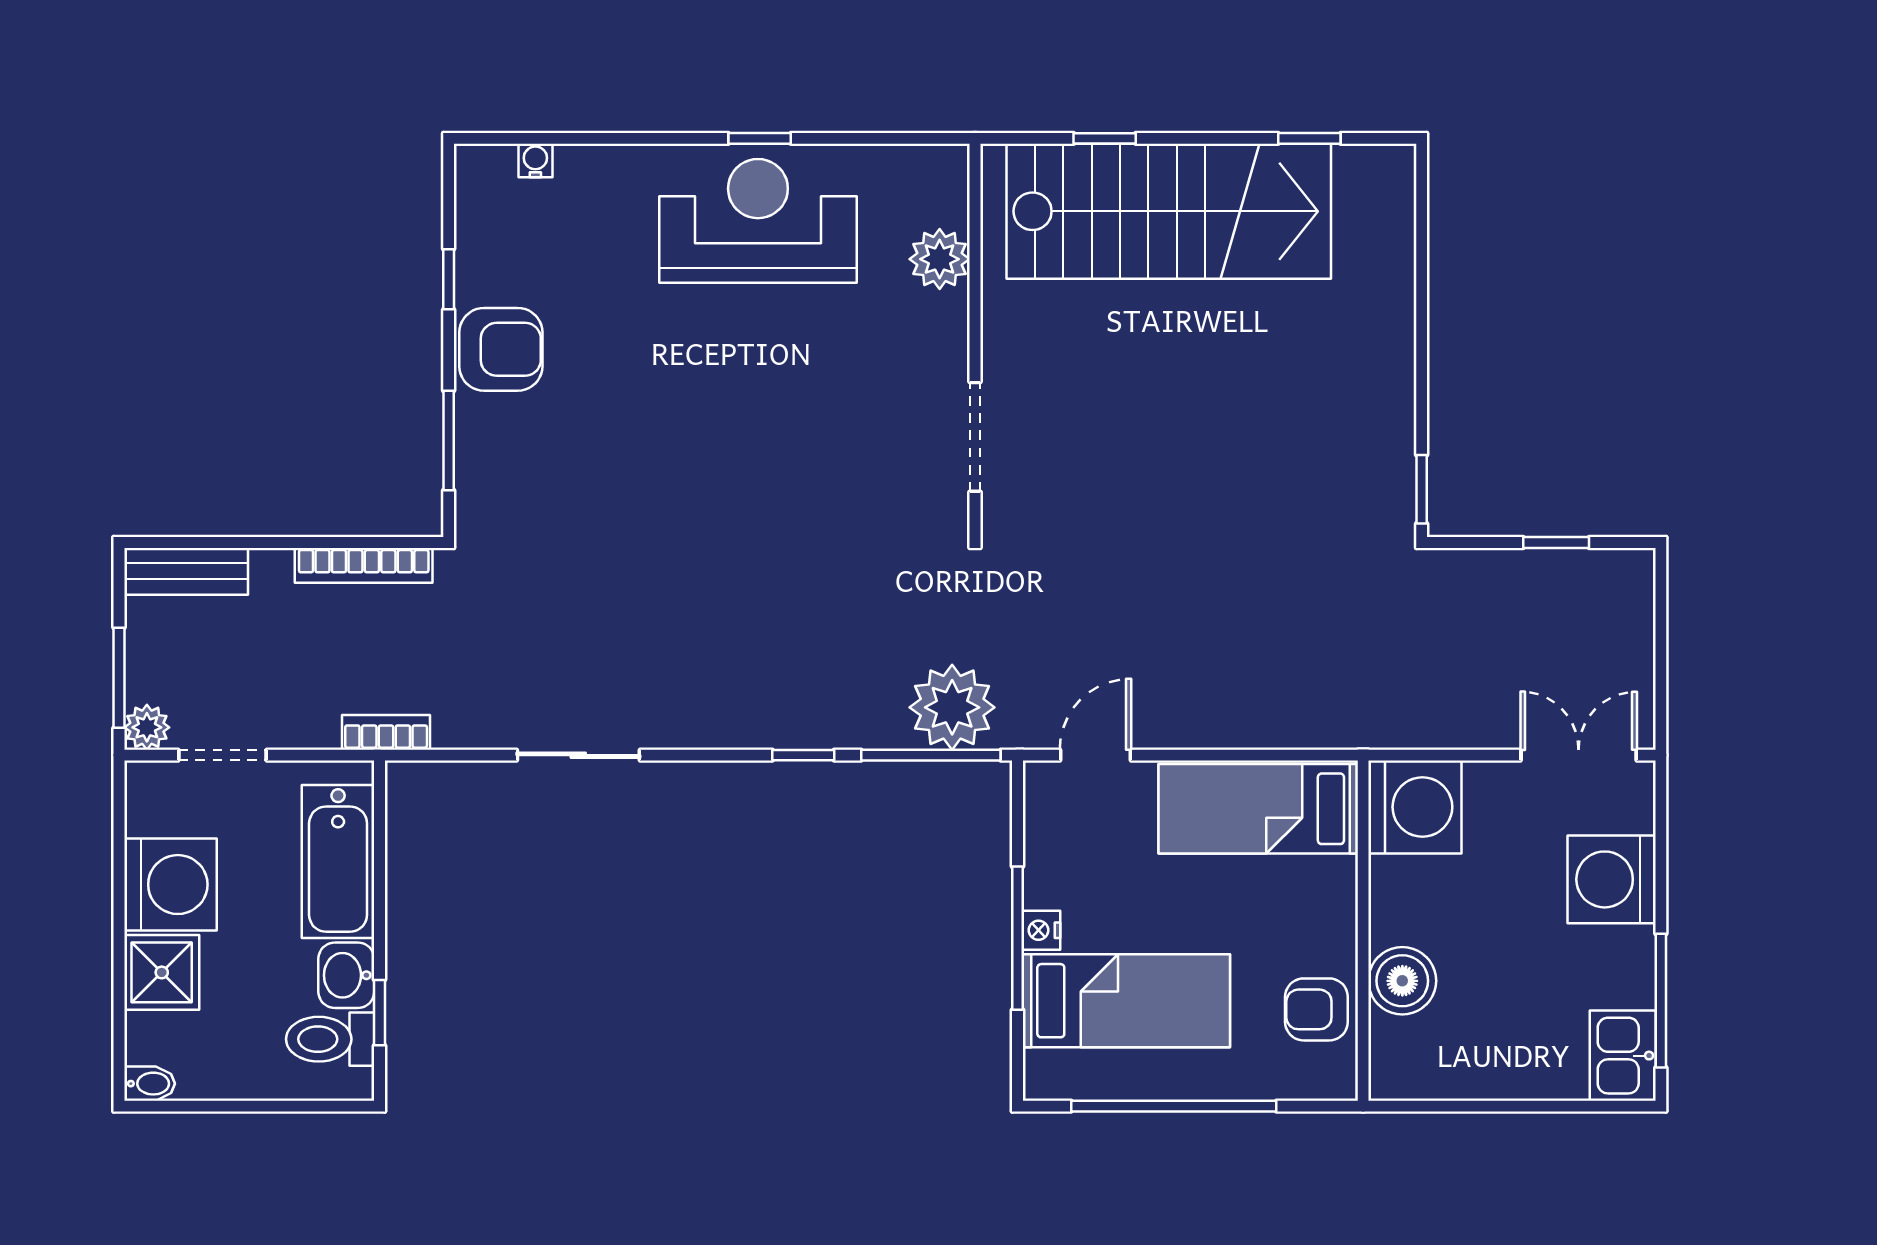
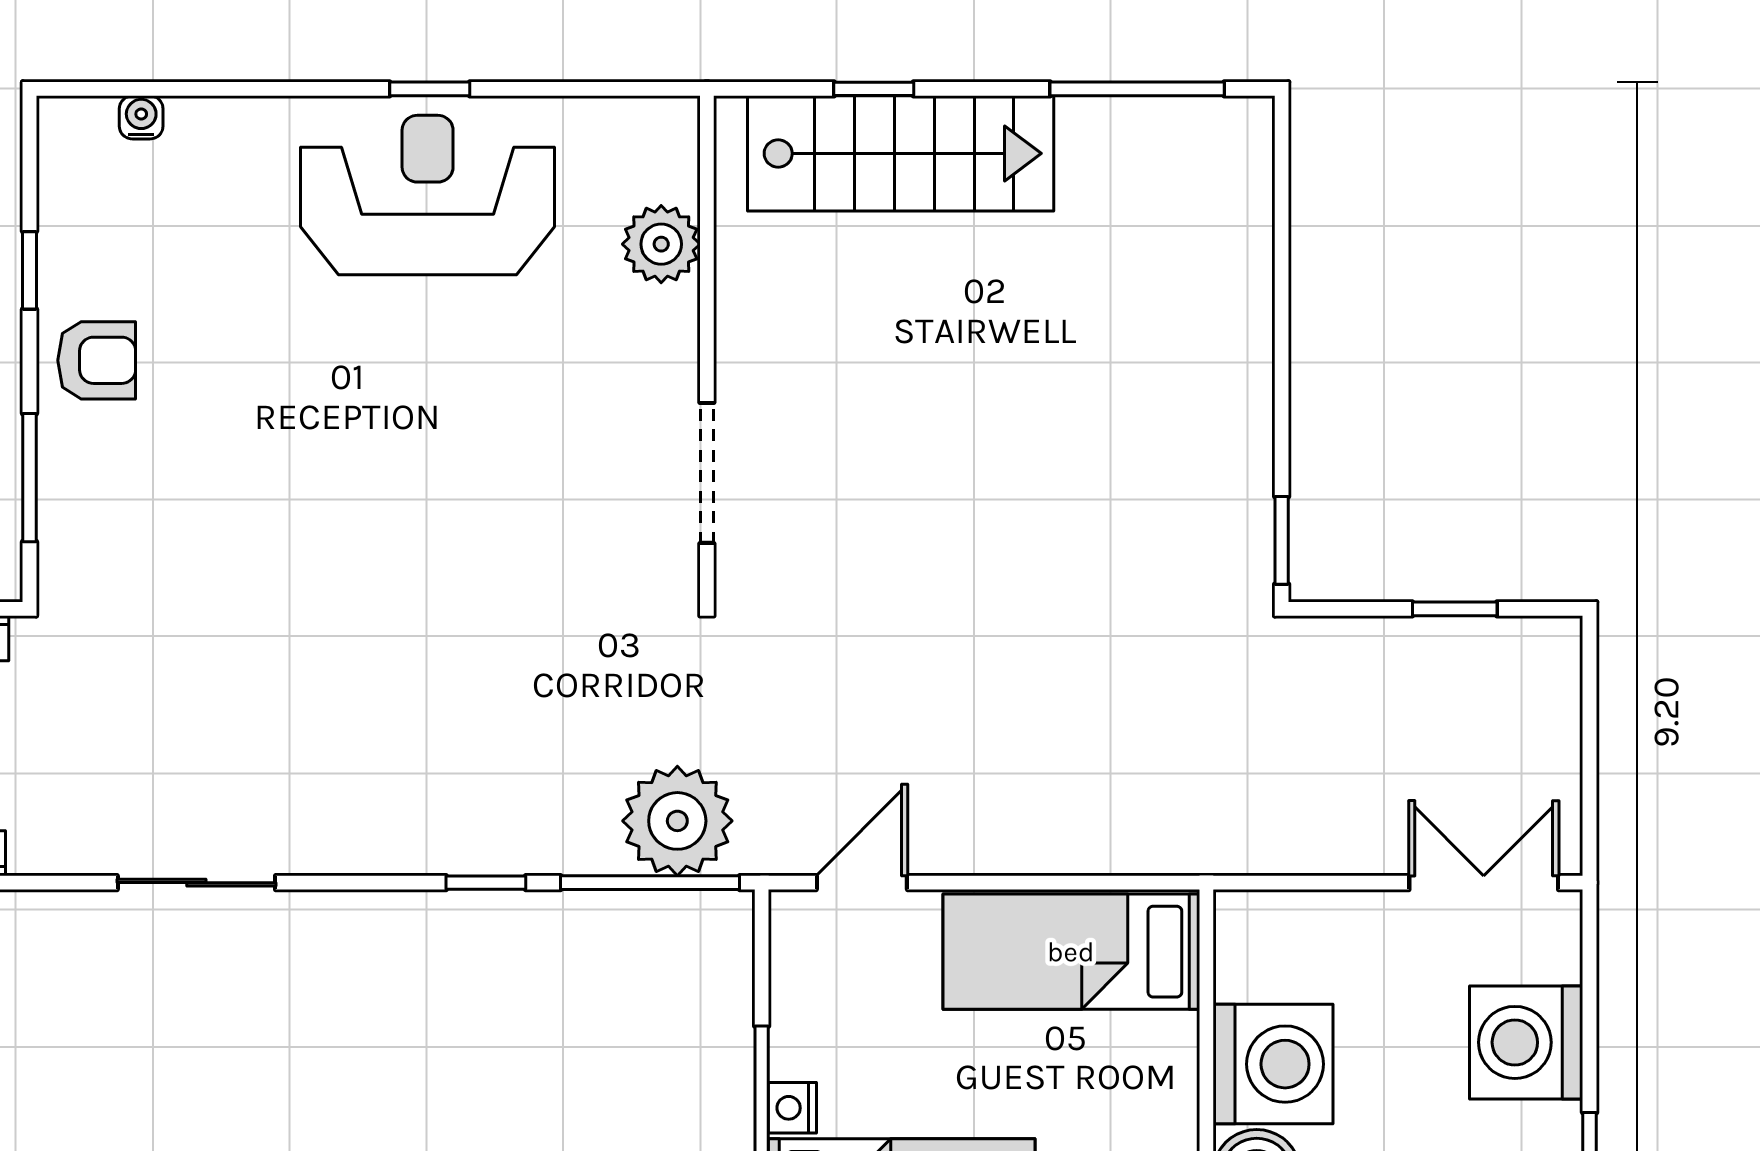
window: (1309, 138) -> (1137, 89), width x2.17
stairs: (1169, 211) -> (901, 153), width x0.73, depth x0.66
armchair: (501, 349) -> (97, 360), width x0.72, depth x0.72
washing machine: (1415, 807) -> (1273, 1064), moved

